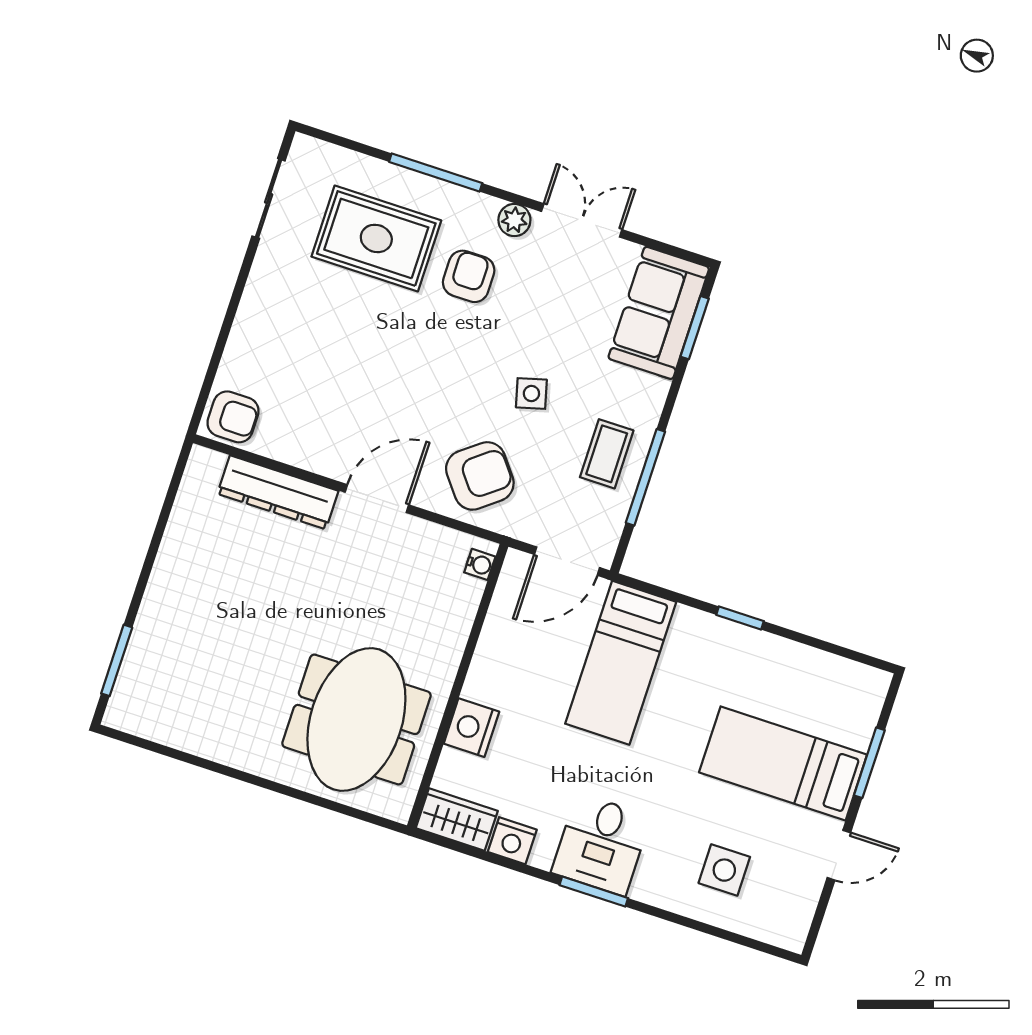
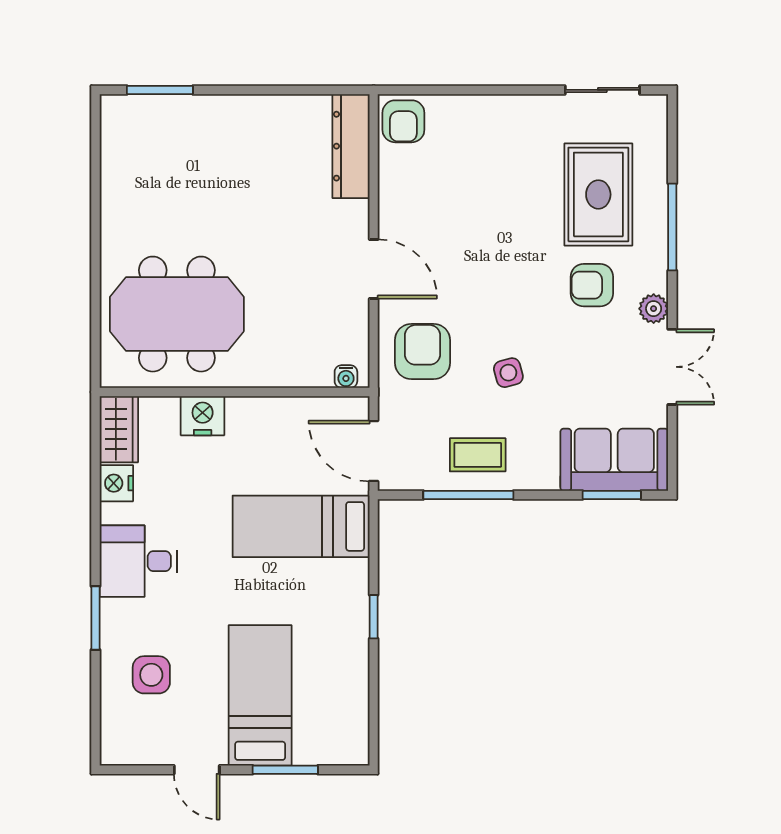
armchair: (469, 276) -> (592, 285), turned 180
armchair: (480, 476) -> (422, 351), turned -142
dresser: (278, 492) -> (351, 146), moved
window: (594, 892) -> (96, 618), moved

